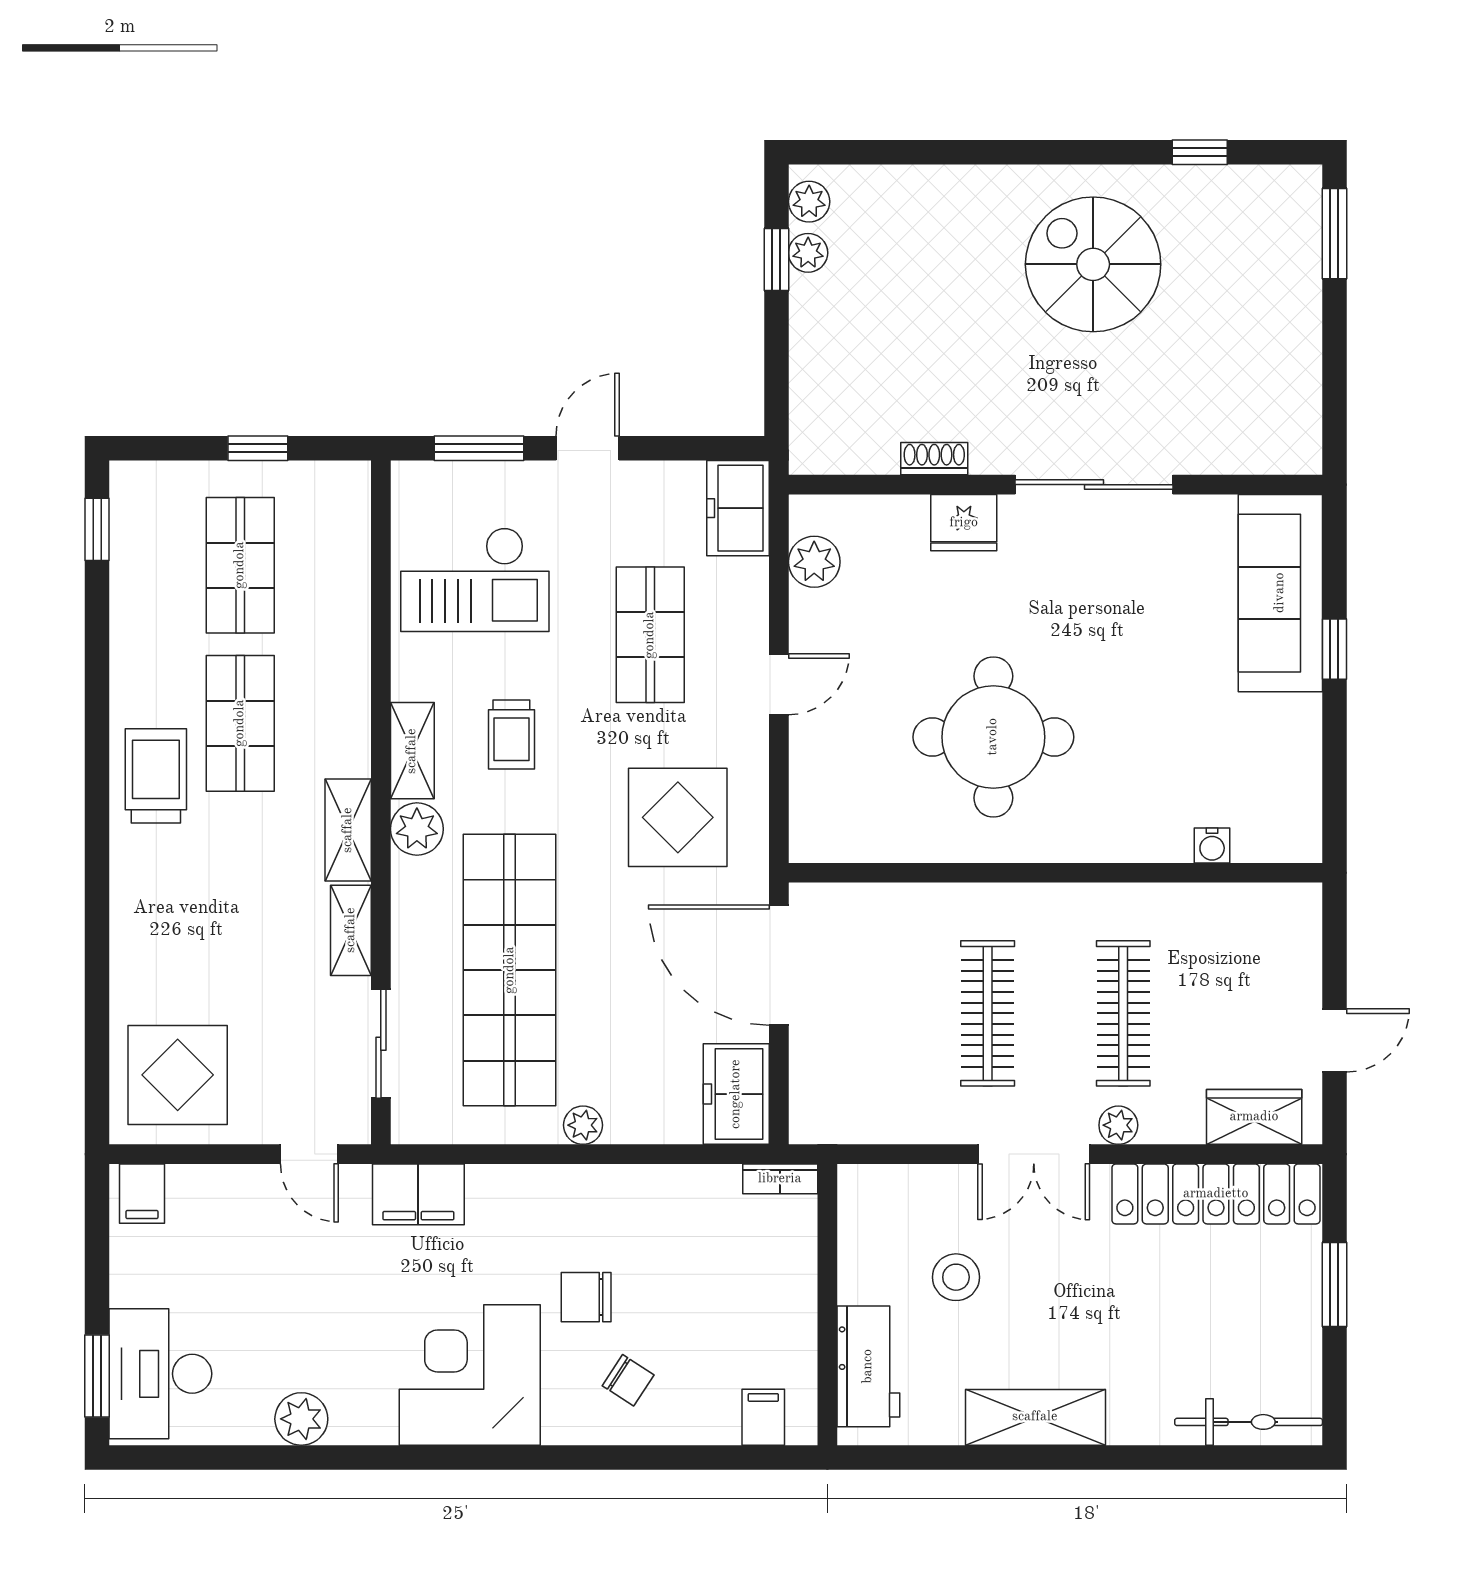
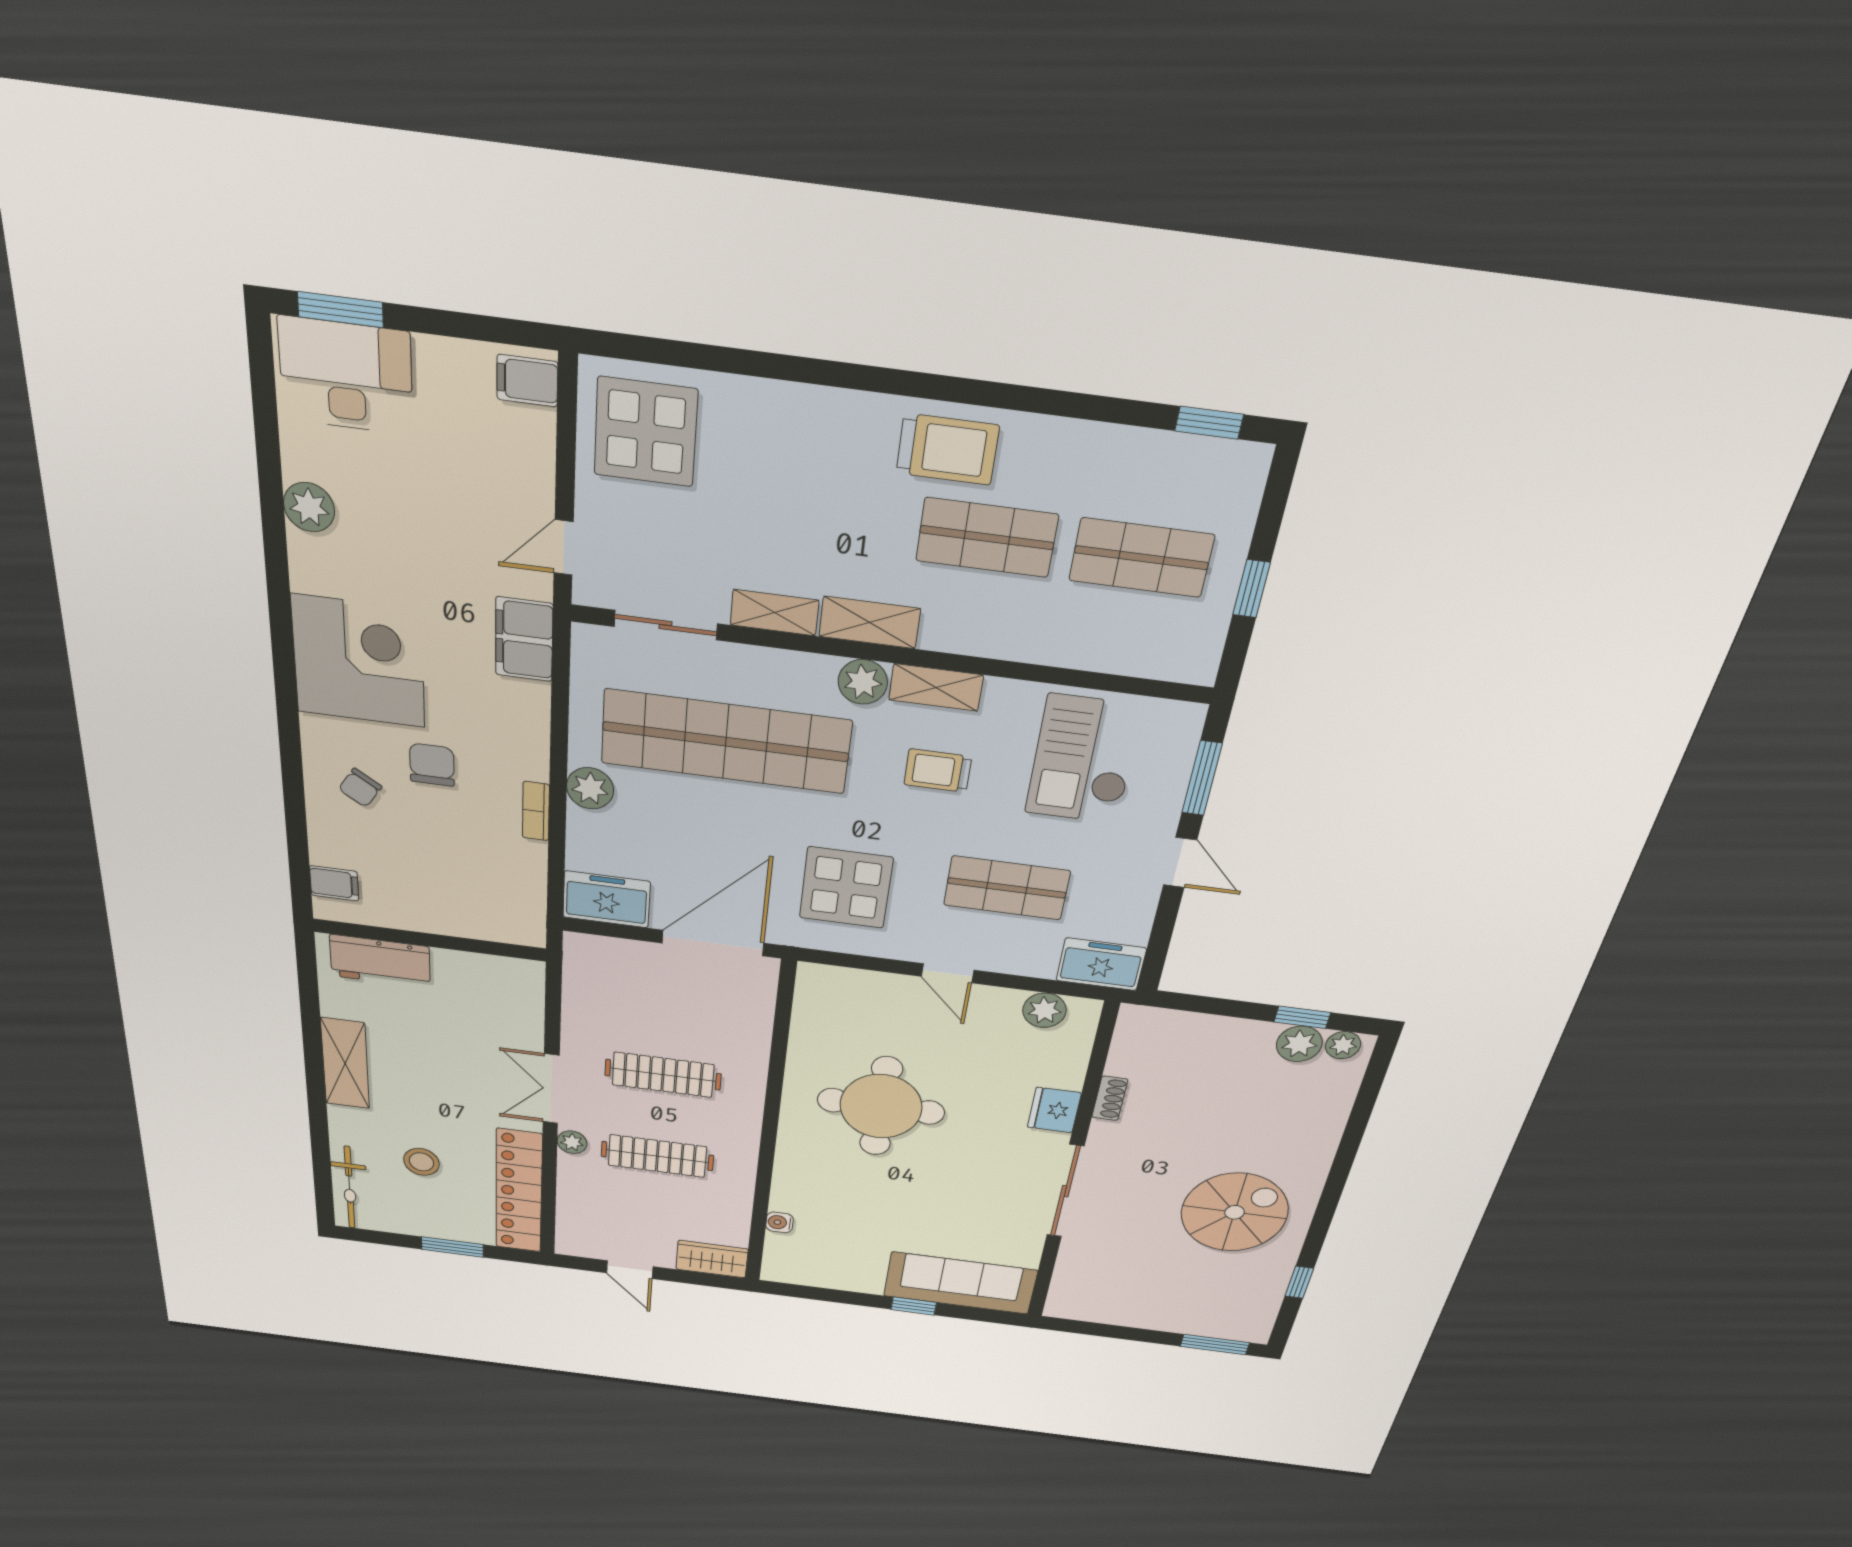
plant: (808, 253) -> (1299, 1044), width x1.38, depth x1.38
wardrobe: (1254, 1117) -> (712, 1259), moved, turned -90
plant: (583, 1125) -> (590, 788), width x1.38, depth x1.38
bookcase: (780, 1179) -> (536, 811), moved
stool: (956, 1277) -> (421, 1162), moved

